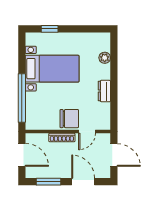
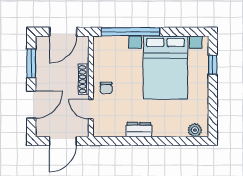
plant: (105, 58) -> (195, 130), moved
bed with nightstands: (52, 69) -> (165, 68), width x1.36
chair: (69, 119) -> (106, 88), width x0.54, depth x0.54

